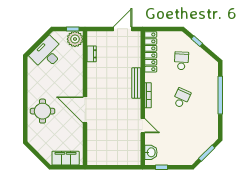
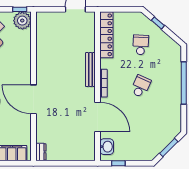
dresser: (92, 54) -> (41, 152), moved
door: (143, 126) -> (98, 117), width x1.88

